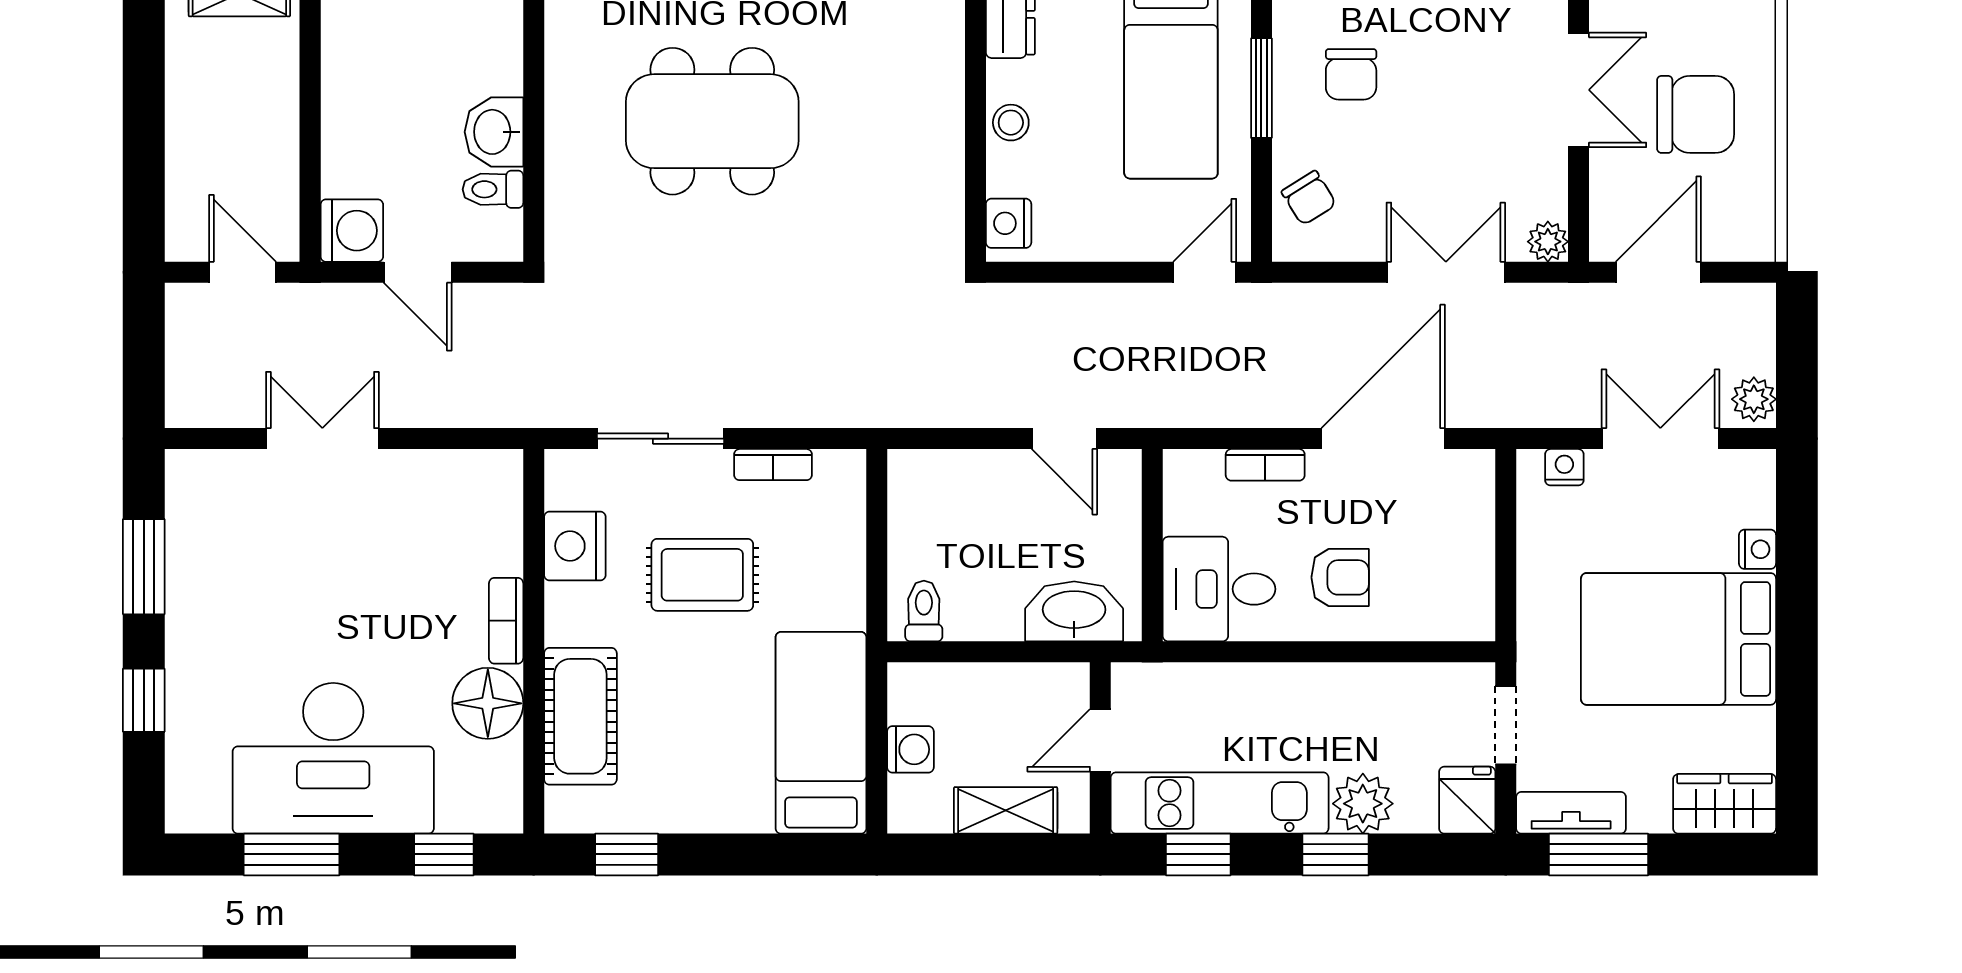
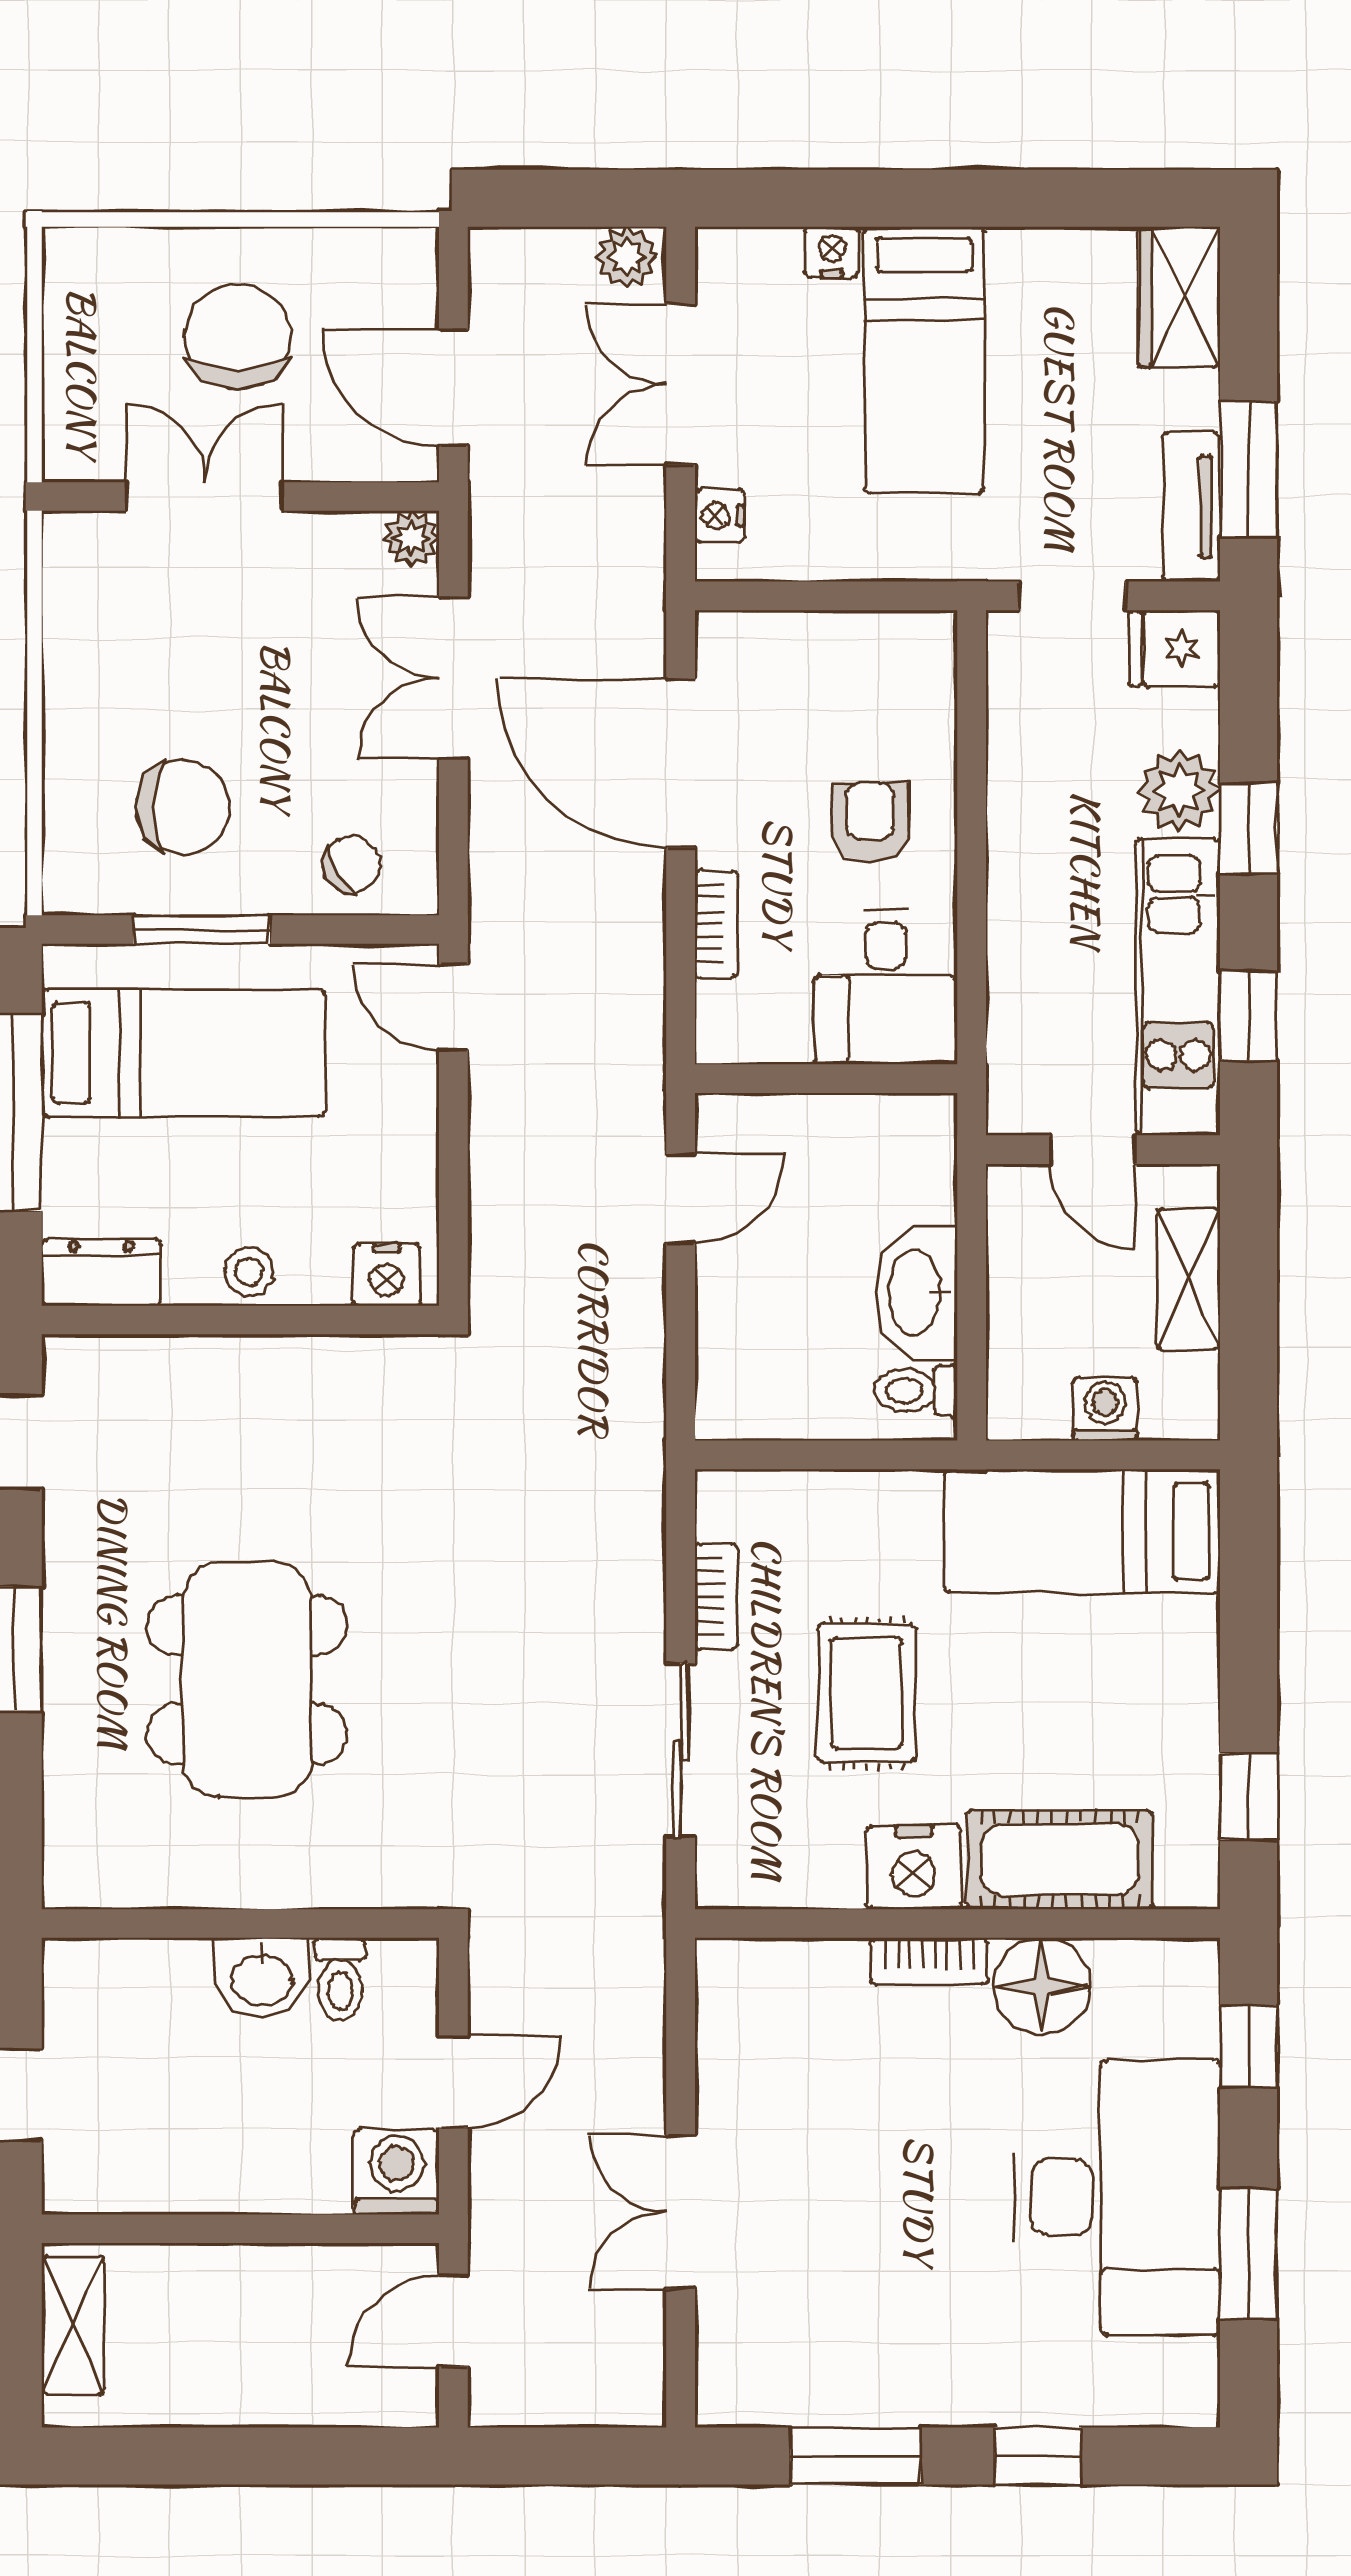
chair: (1351, 74) -> (183, 807), width x1.37, depth x1.37
nightstand: (575, 546) -> (914, 1867), moved
washbasin: (1074, 611) -> (917, 1293), moved
bed: (1679, 639) -> (924, 360), width x0.67

